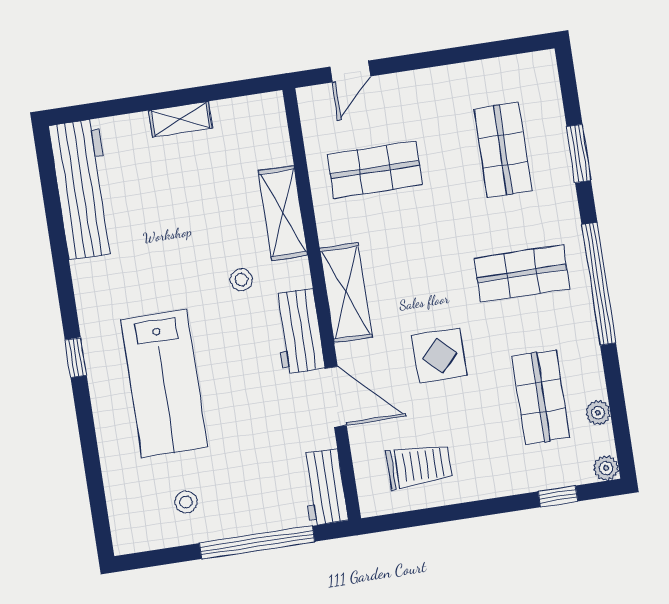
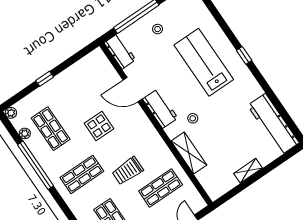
window: (599, 284) -> (36, 165), moved
shelving: (346, 293) -> (148, 133), removed
trolley: (419, 466) -> (128, 171), moved
window: (558, 496) -> (45, 79), moved
stool: (186, 502) -> (158, 29), moved

